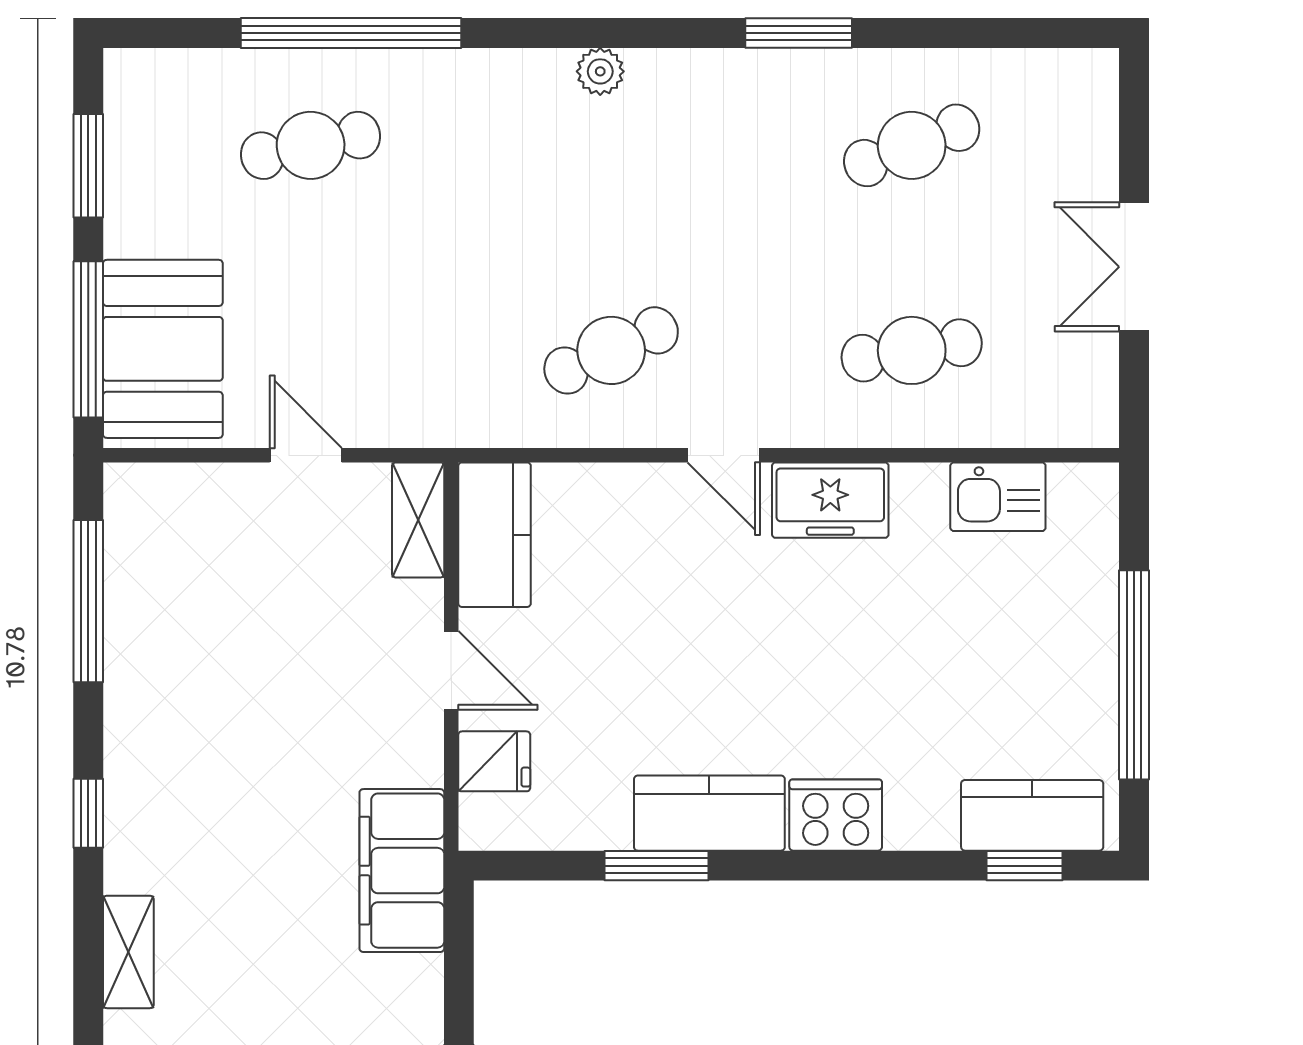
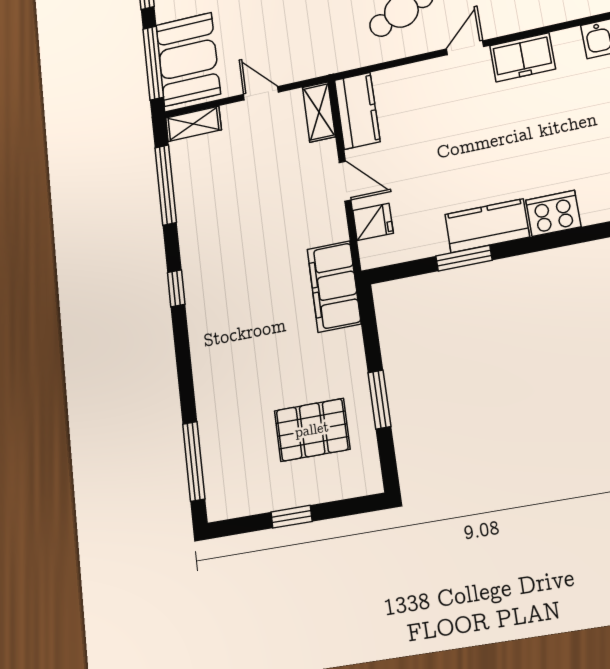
door: (724, 455) -> (465, 48), swing flipped
shelving: (128, 952) -> (193, 124), moved, turned 90

